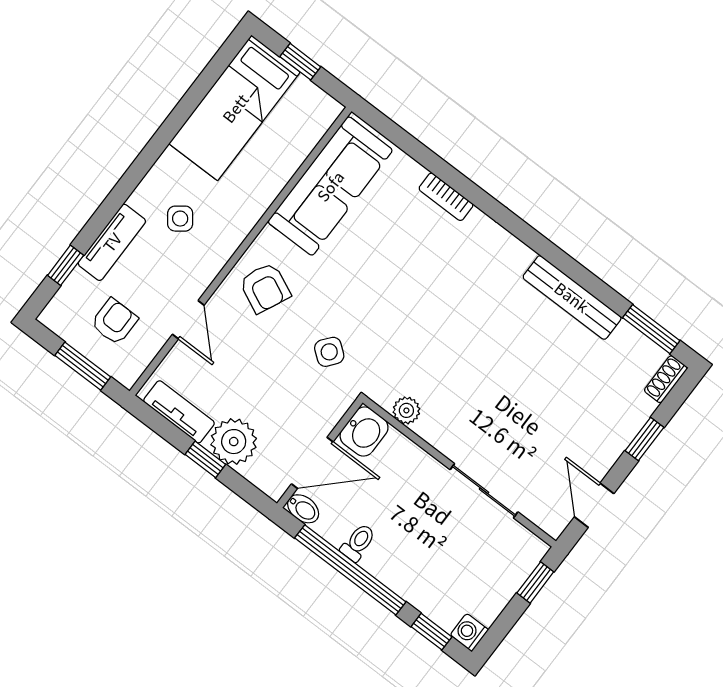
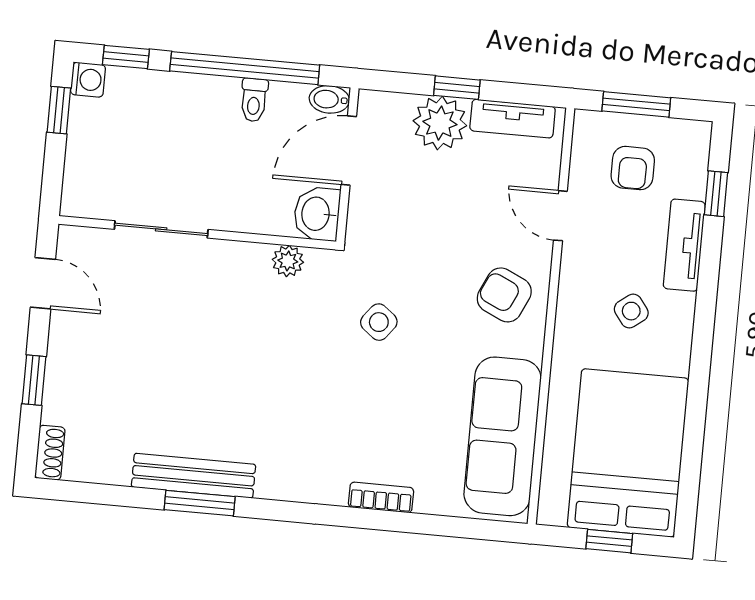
bed: (235, 108) -> (628, 453), width x1.50
window: (651, 329) -> (200, 503), moved
side table: (329, 352) -> (379, 322), moved
window: (535, 582) -> (59, 110), moved

